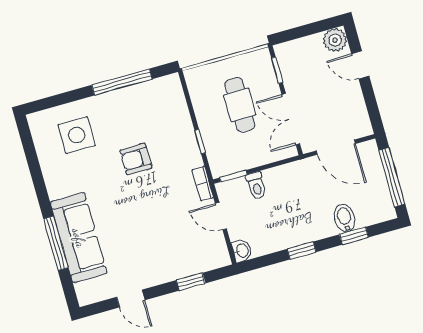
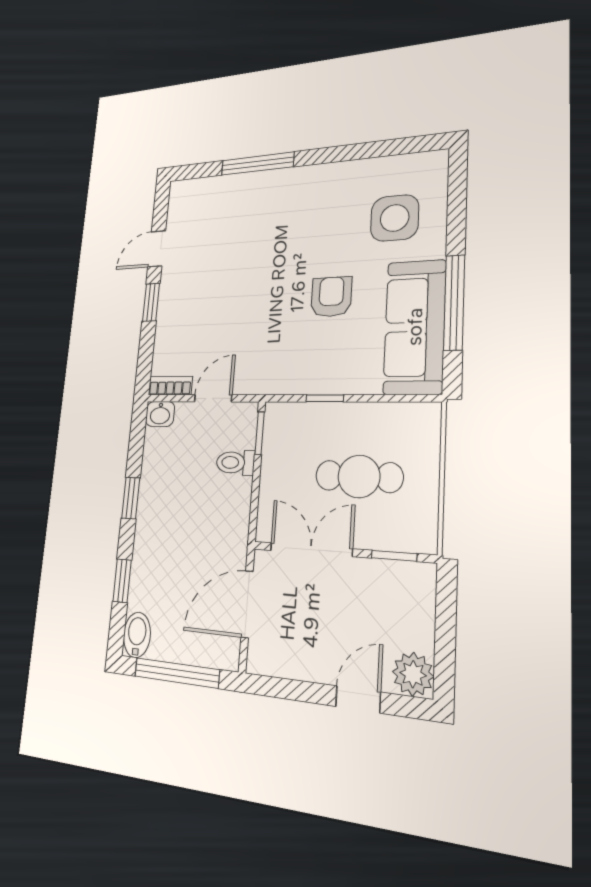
bookcase: (203, 183) -> (170, 386), moved
bidet: (345, 218) -> (137, 635), moved, turned -90
sofa: (79, 238) -> (415, 327), moved, turned 90
window: (191, 282) -> (151, 302), moved

